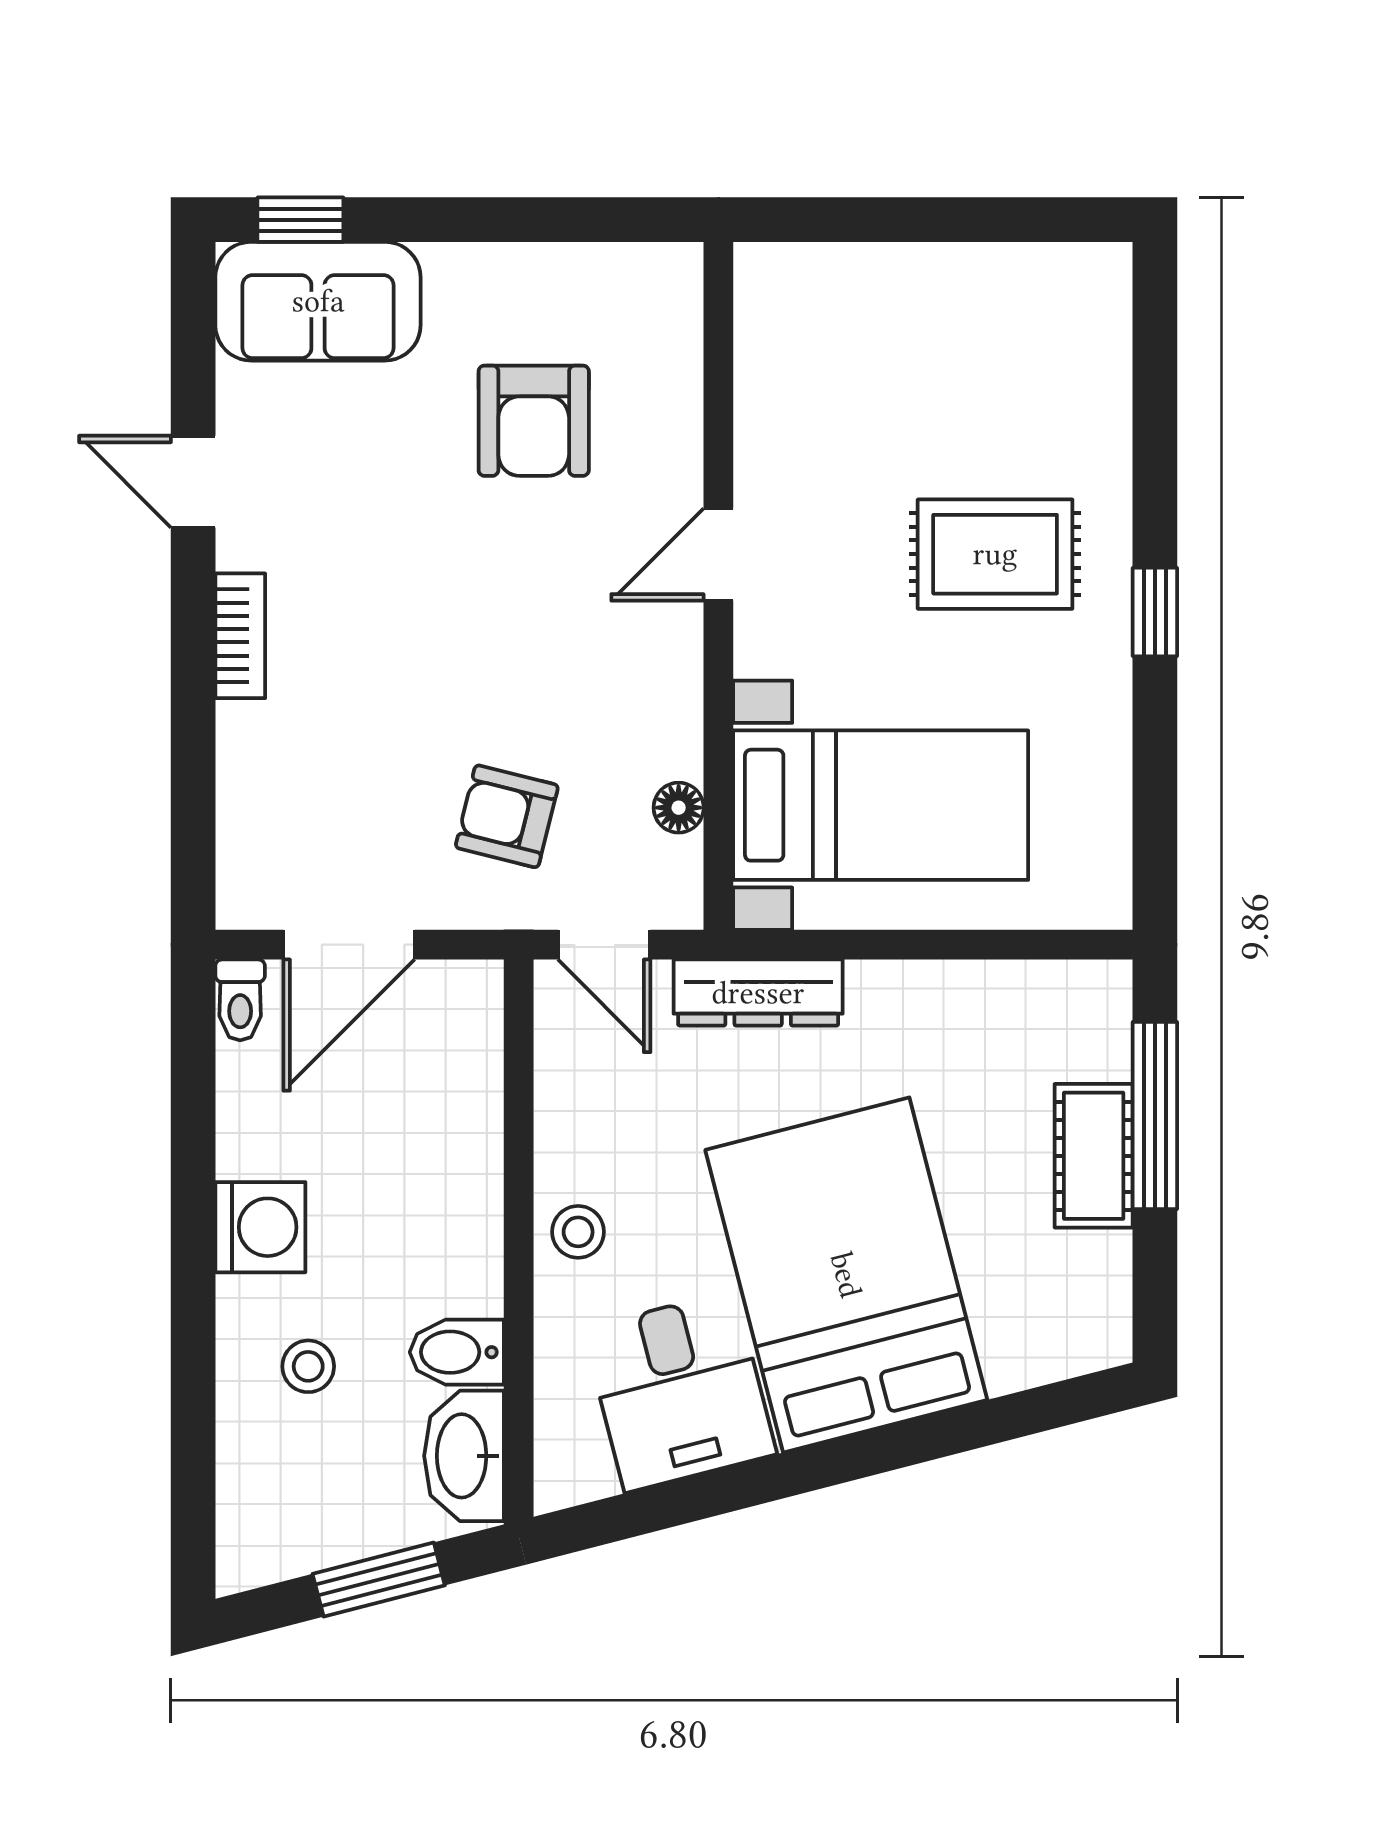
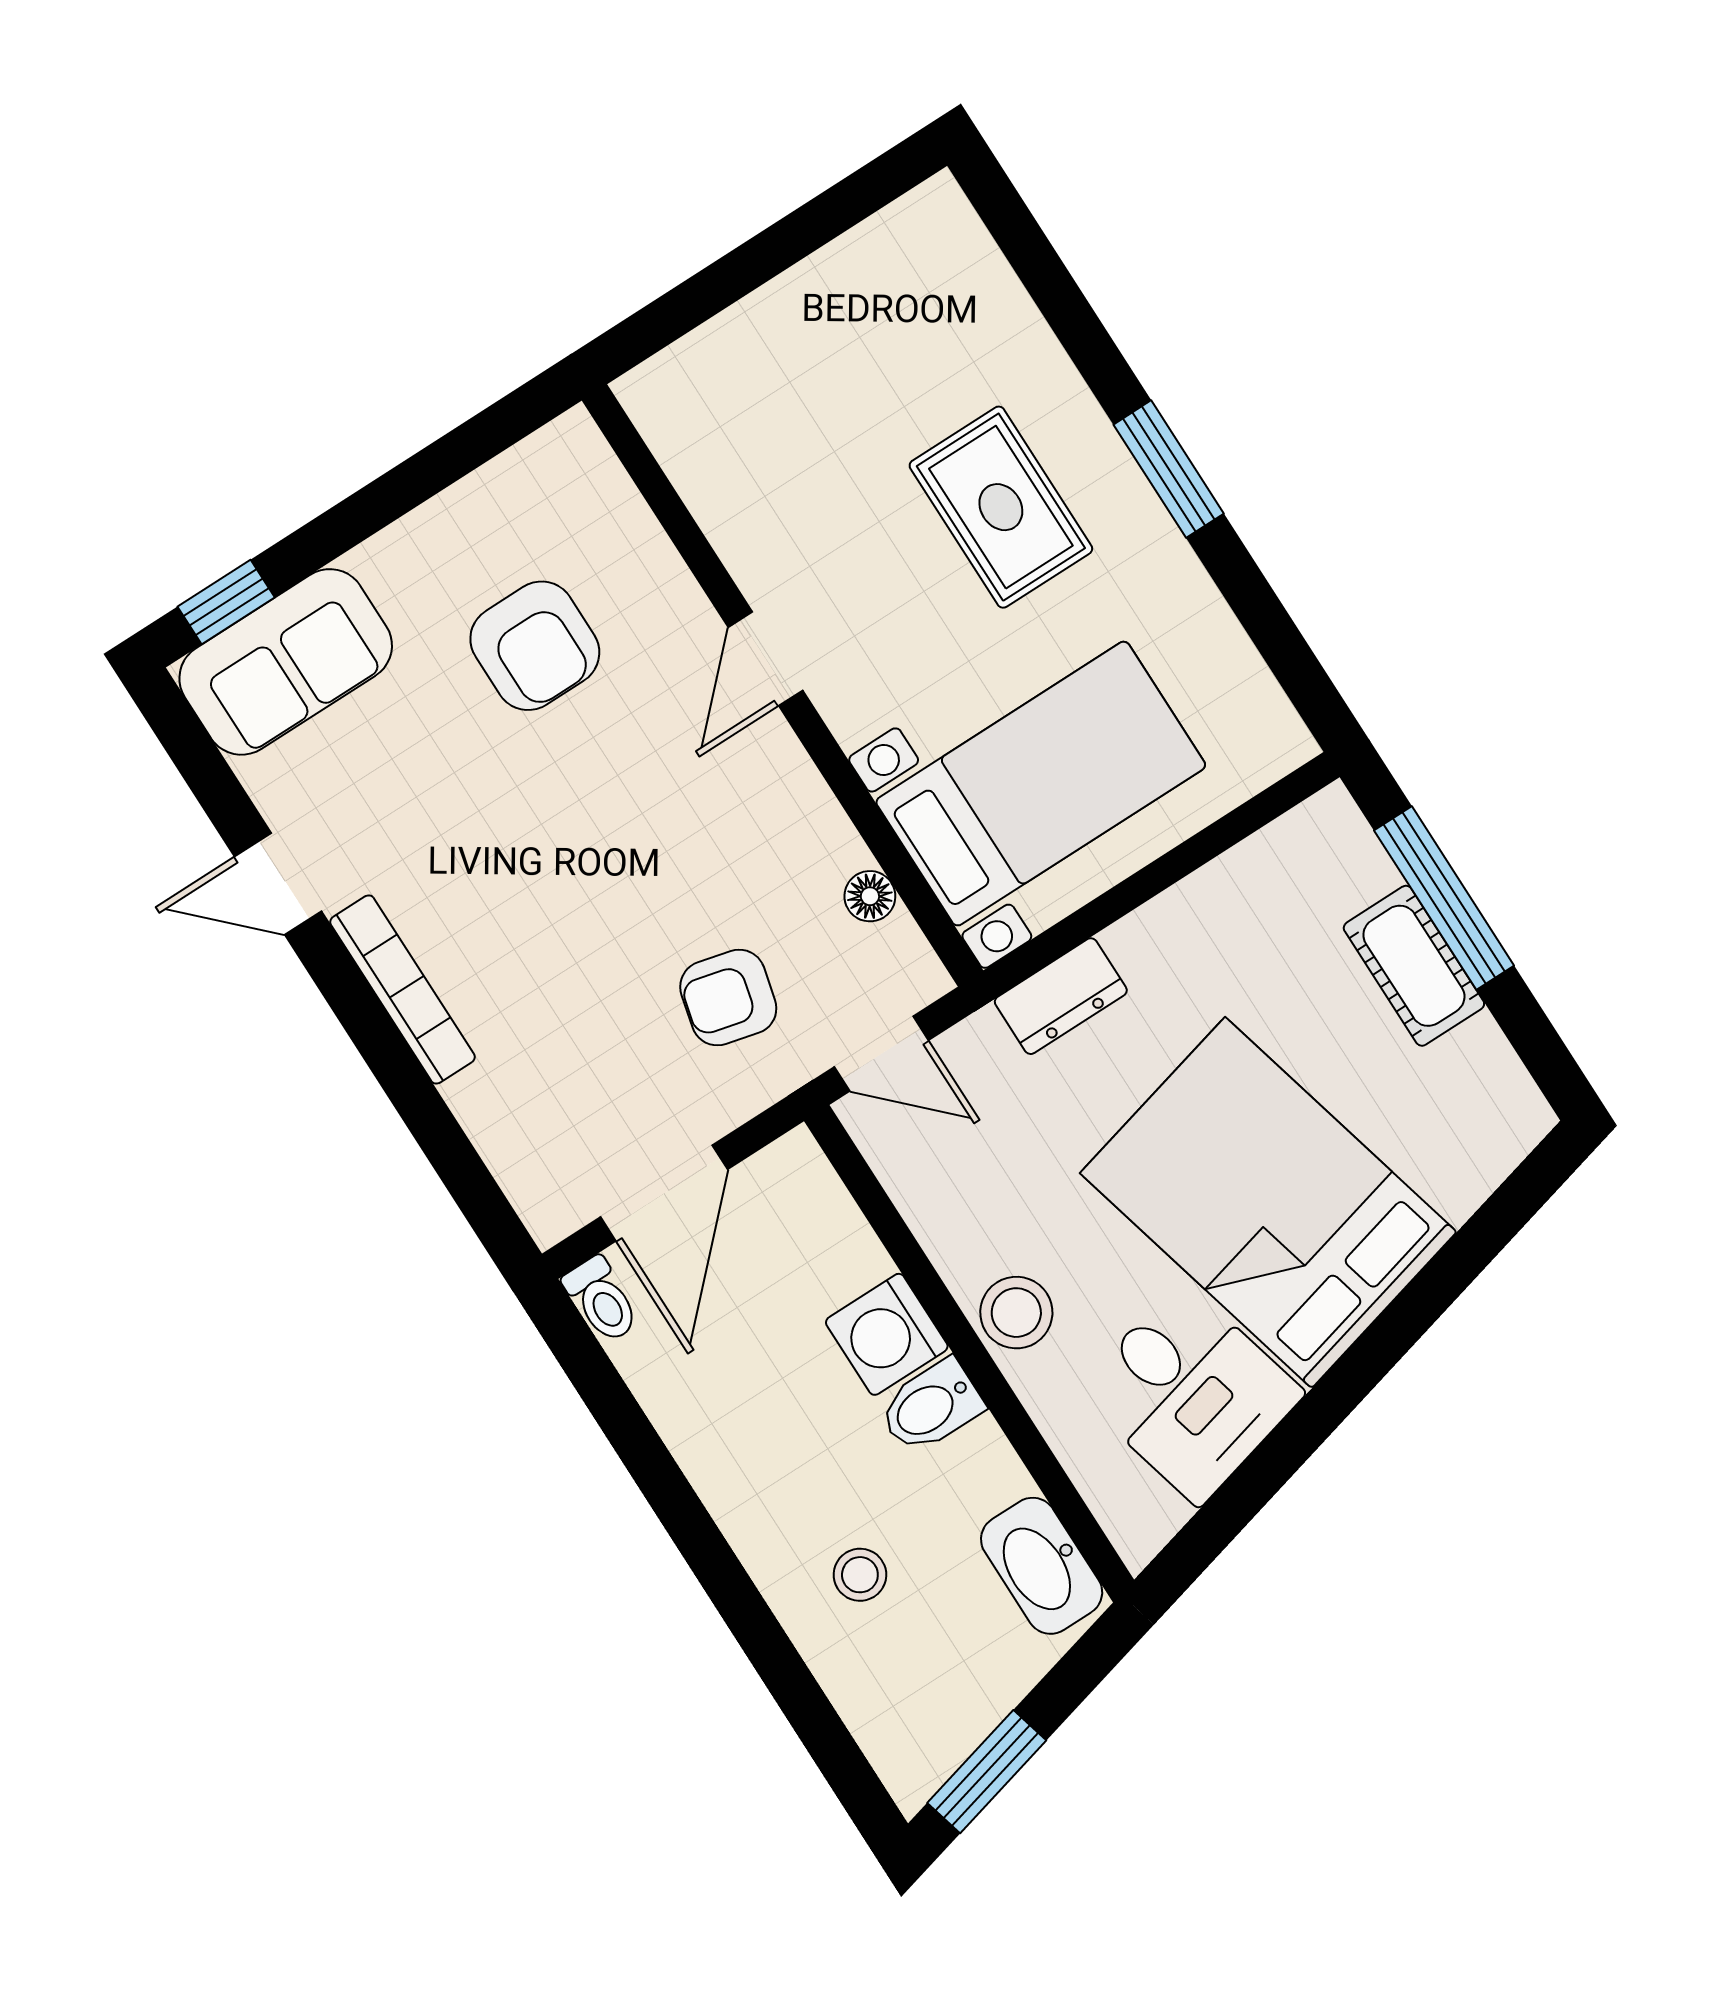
rug: (995, 554) -> (1001, 507), turned 90
window: (1155, 612) -> (1169, 469), width x1.50
bookcase: (240, 636) -> (402, 989), width x1.56
dresser: (758, 993) -> (1061, 996), width x0.70
washing machine: (260, 1227) -> (887, 1334), moved, turned 180
stool: (578, 1232) -> (1016, 1313), width x1.37, depth x1.37
bidet: (457, 1352) -> (931, 1407), moved
window: (379, 1580) -> (987, 1772), moved

